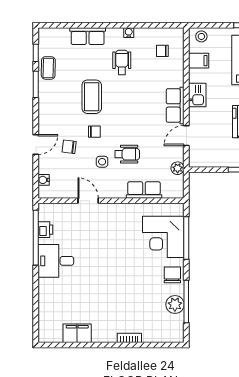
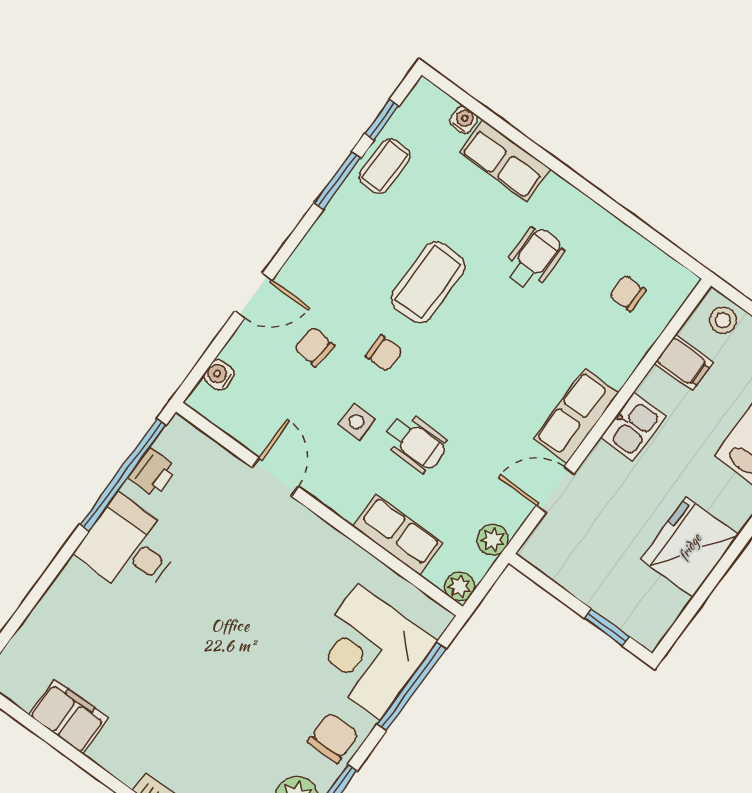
water cooler: (129, 33) -> (464, 120), moved
plant: (178, 192) -> (460, 586), added

